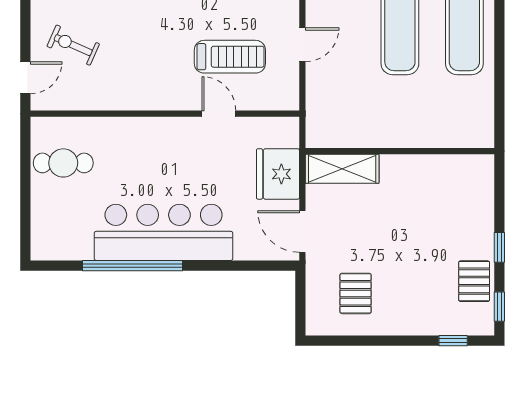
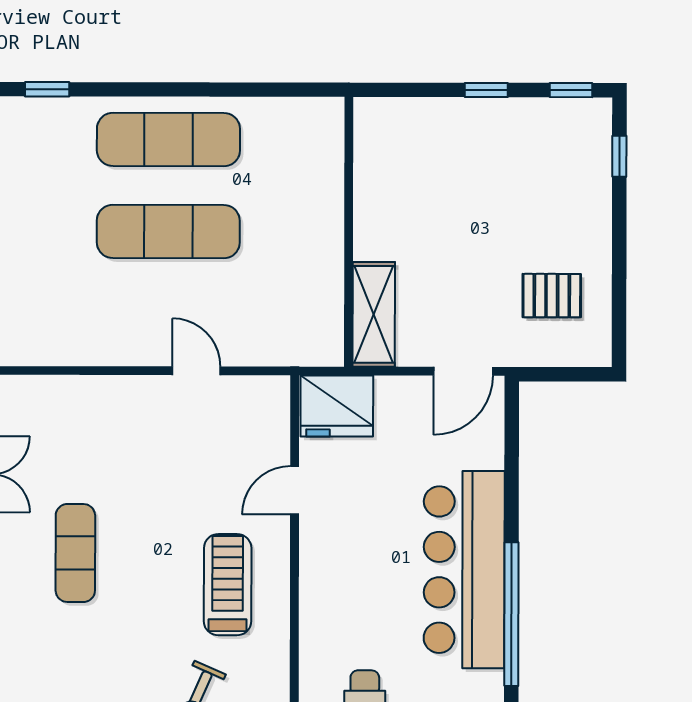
treadmill: (230, 57) -> (228, 585), moved
fridge: (278, 174) -> (337, 406), moved
pallet: (474, 281) -> (535, 126), removed

